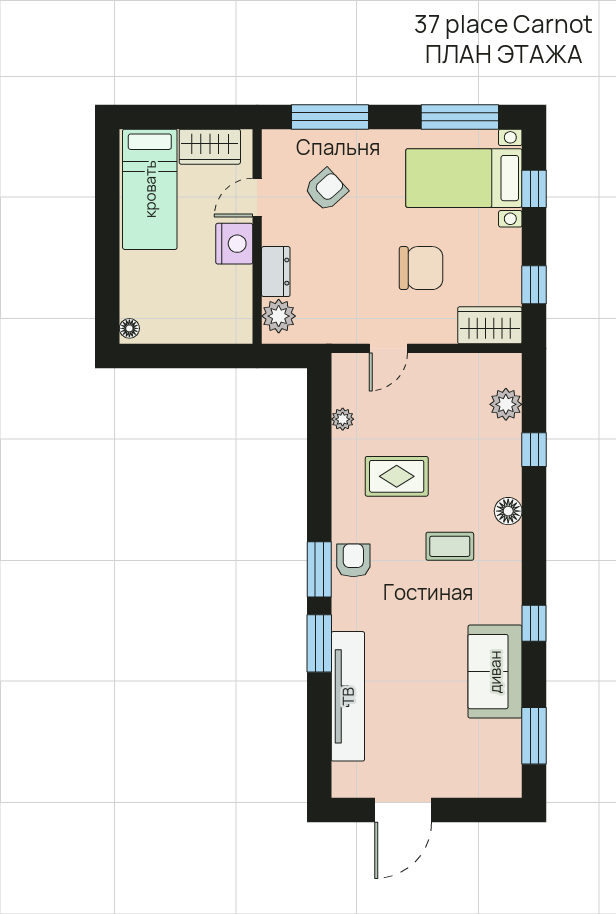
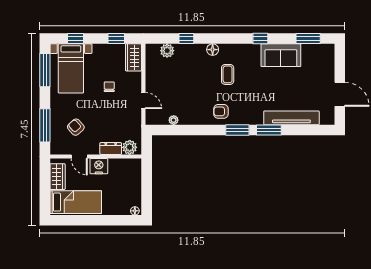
chair: (421, 268) -> (109, 87), width x0.54, depth x0.54
rug: (397, 476) -> (198, 97), removed
armchair: (353, 560) -> (221, 111), moved

